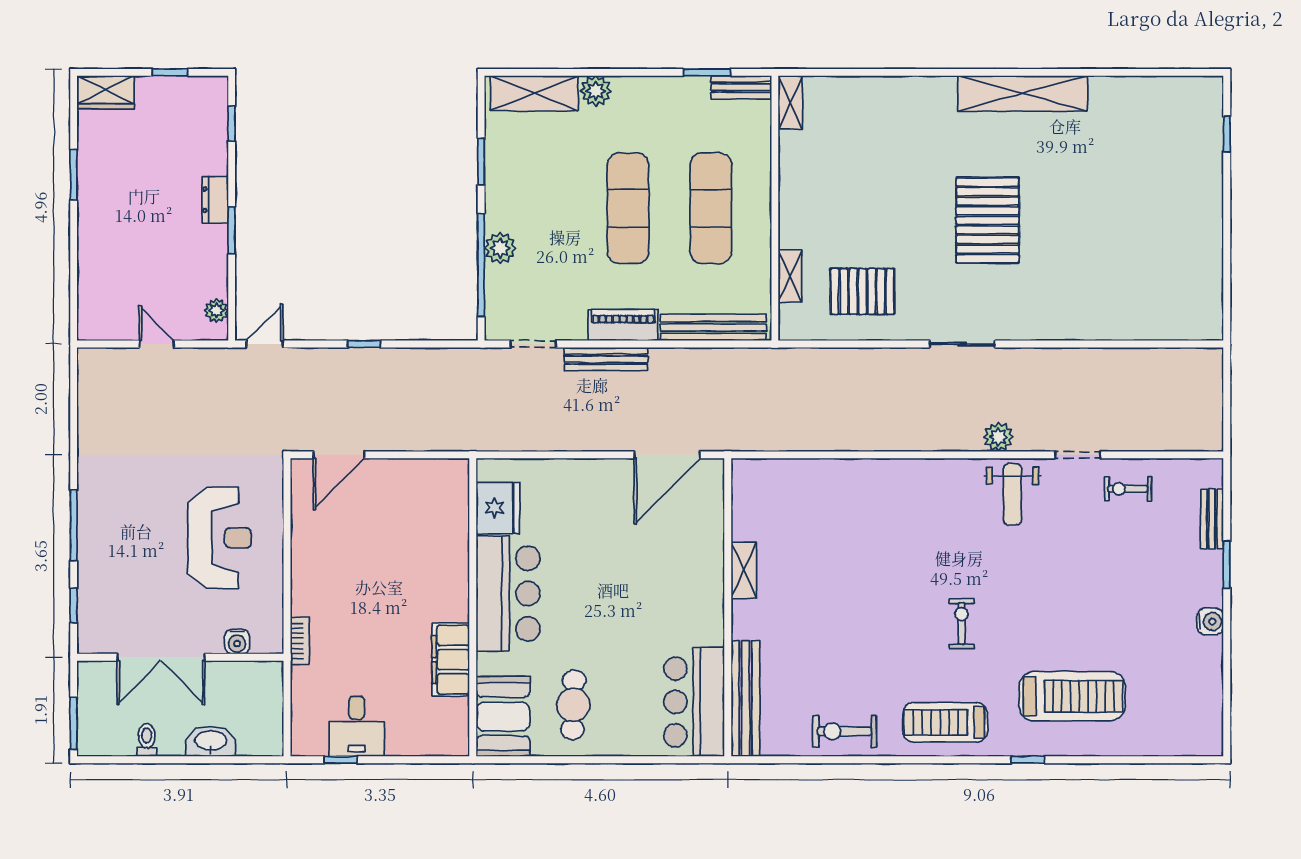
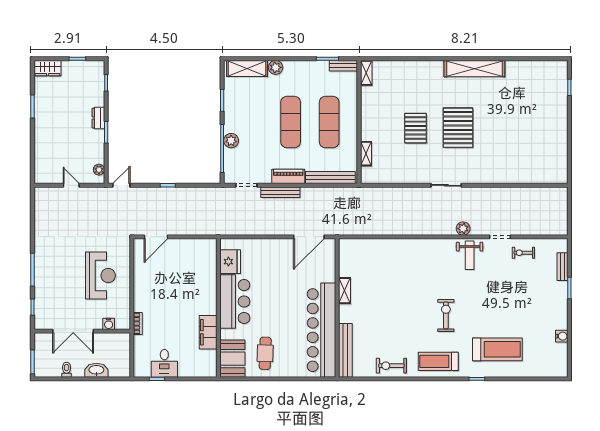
pallet: (862, 291) -> (416, 128), moved, turned 90
water cooler: (1210, 622) -> (562, 336), moved
exercise bike: (961, 623) -> (446, 315), width x1.38, depth x1.39
bar counter: (694, 702) -> (321, 330), width x1.86

